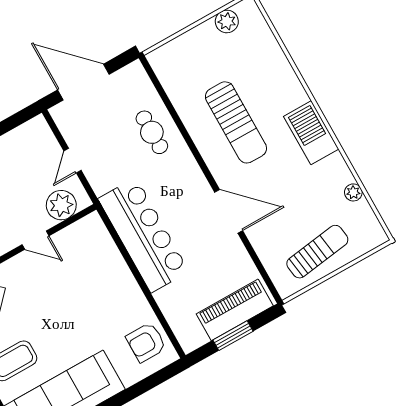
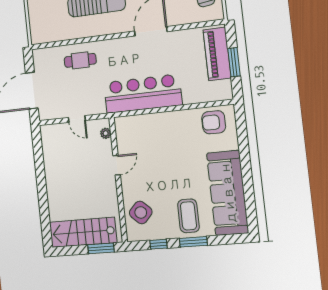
plant: (61, 205) -> (106, 133), width x0.53, depth x0.53
armchair: (146, 342) -> (214, 122), turned 90

